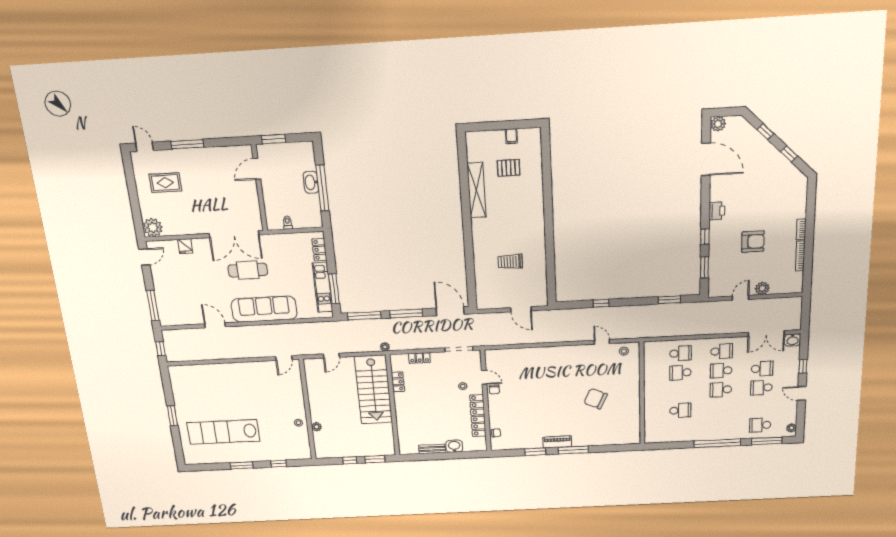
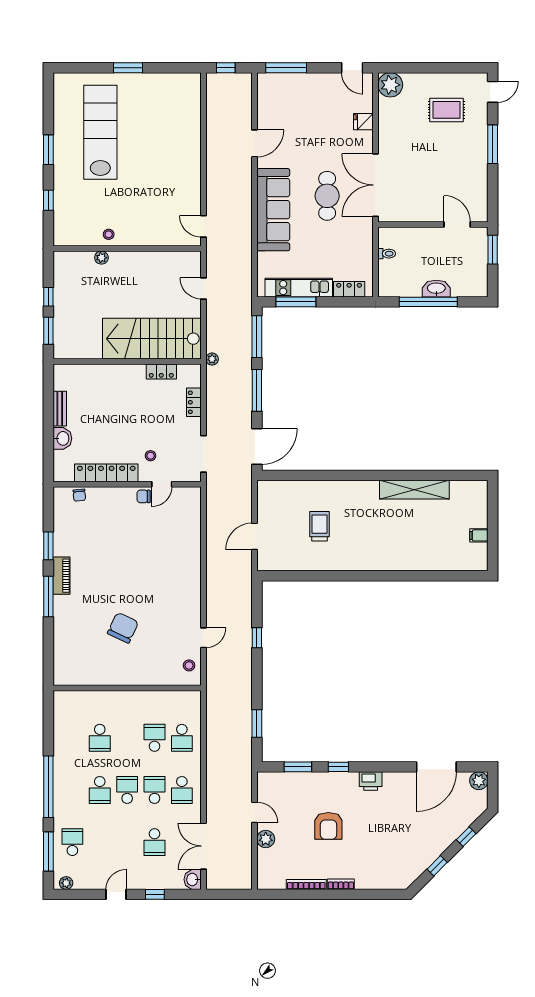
pallet: (509, 168) -> (440, 530), removed
rug: (165, 183) -> (447, 110), turned 90
school desk: (761, 388) -> (100, 790), moved, turned 180

